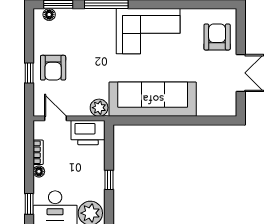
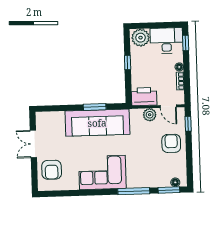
window: (29, 73) -> (188, 124), moved
plant: (99, 108) -> (150, 115), moved
window: (156, 121) -> (95, 107), added

